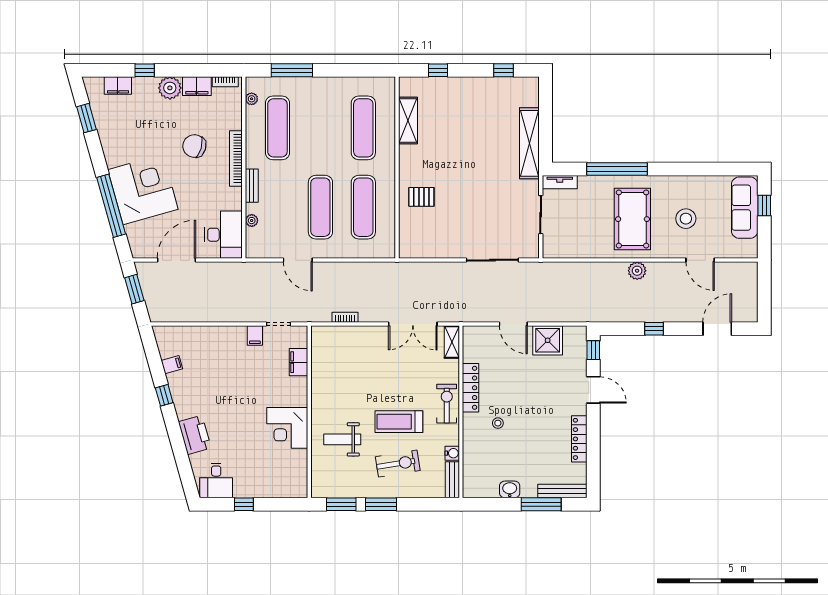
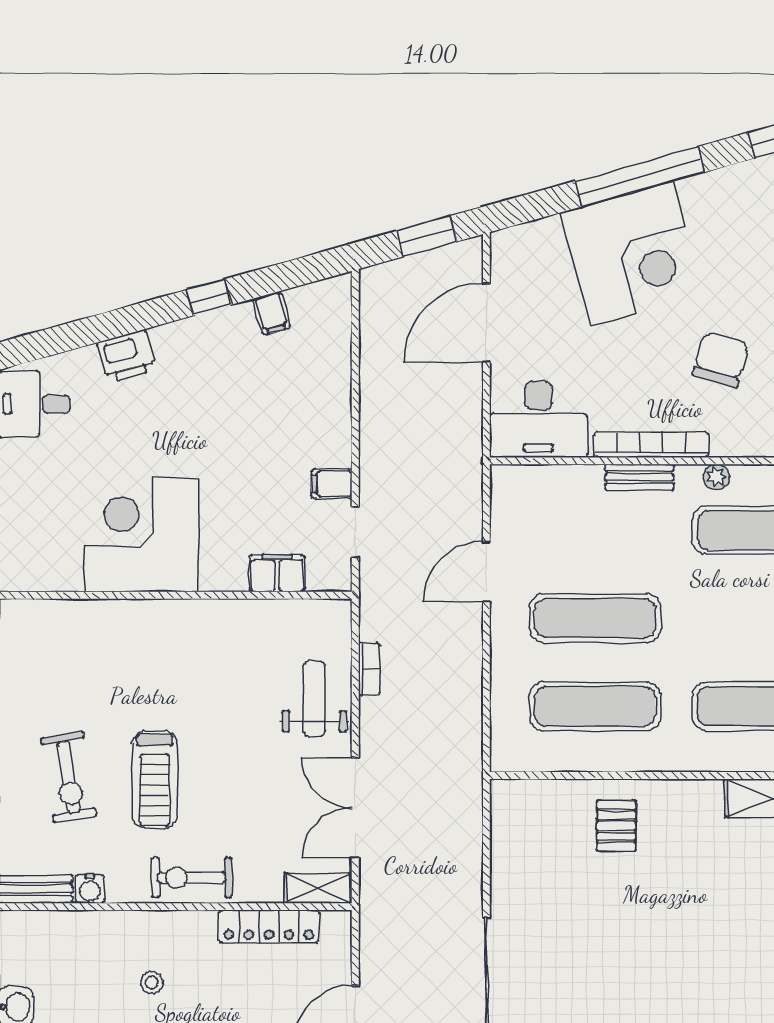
bookcase: (236, 159) -> (651, 445), moved
window: (111, 206) -> (640, 177), moved
plant: (252, 221) -> (716, 477), moved
door: (176, 260) -> (486, 323), swing flipped
locker: (471, 388) -> (269, 926), moved
exercise bike: (447, 404) -> (192, 878), turned 180
treadmill: (399, 422) -> (155, 779), turned 180
corner desk: (287, 428) -> (142, 535), width x1.36, depth x1.36
printer: (195, 435) -> (126, 356), width x0.73, depth x0.84
weight bench: (342, 439) -> (314, 699), moved

